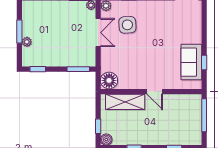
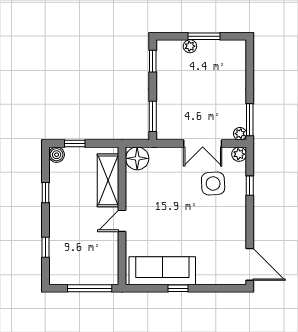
sofa: (191, 62) -> (162, 271), width x1.36
window: (204, 62) -> (178, 288), moved

